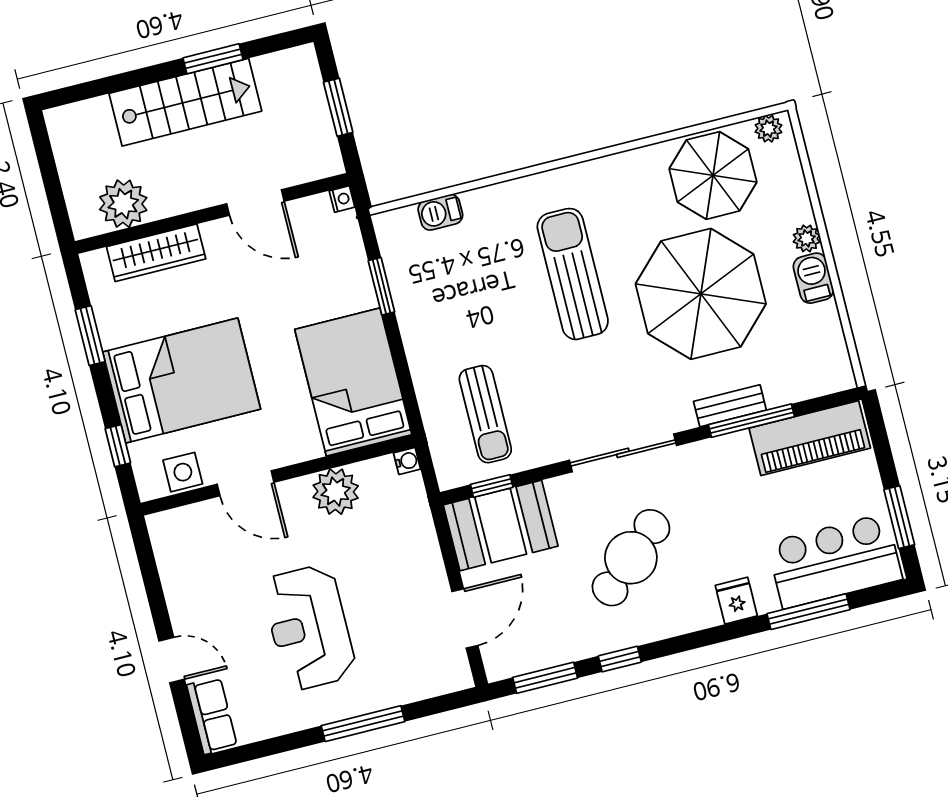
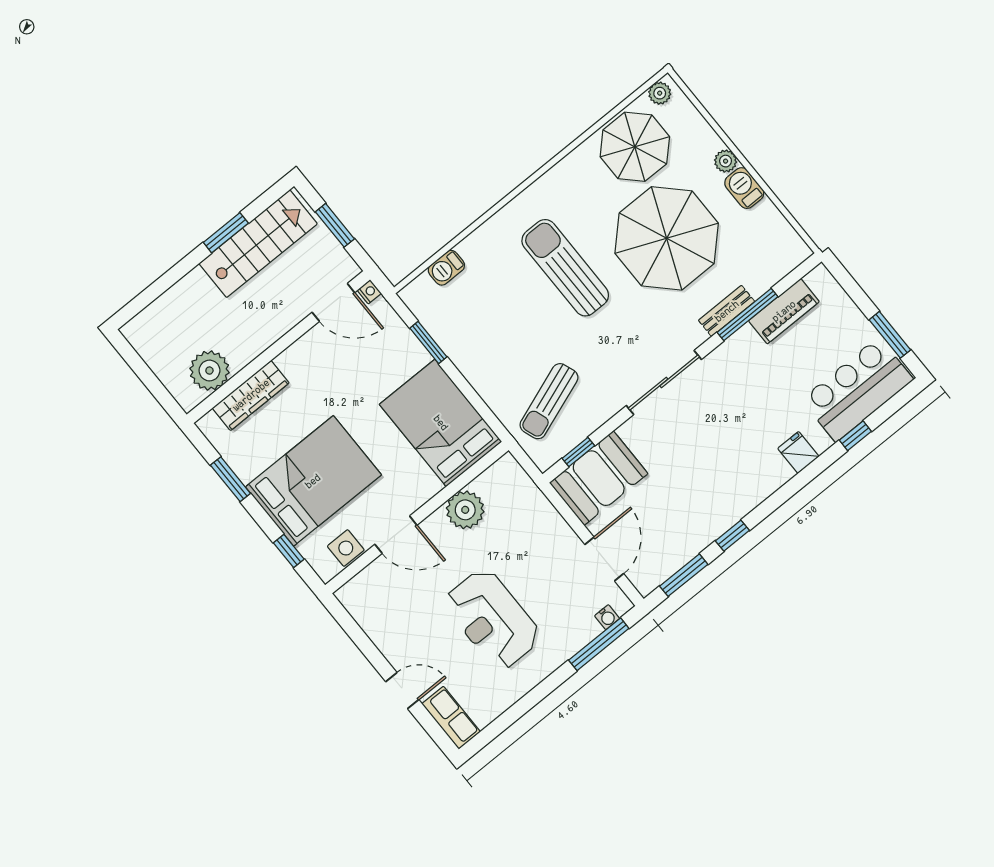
stairs: (185, 102) -> (258, 244), moved
door: (255, 202) -> (333, 302), moved
sun lounger: (485, 414) -> (549, 401), turned 70
piano: (810, 438) -> (784, 311), width x0.73, depth x0.75
water cooler: (407, 461) -> (607, 617), moved, turned 90
cafe table: (631, 558) -> (706, 457), removed
window: (809, 612) -> (855, 436), width x0.46
window: (363, 724) -> (599, 644), moved

